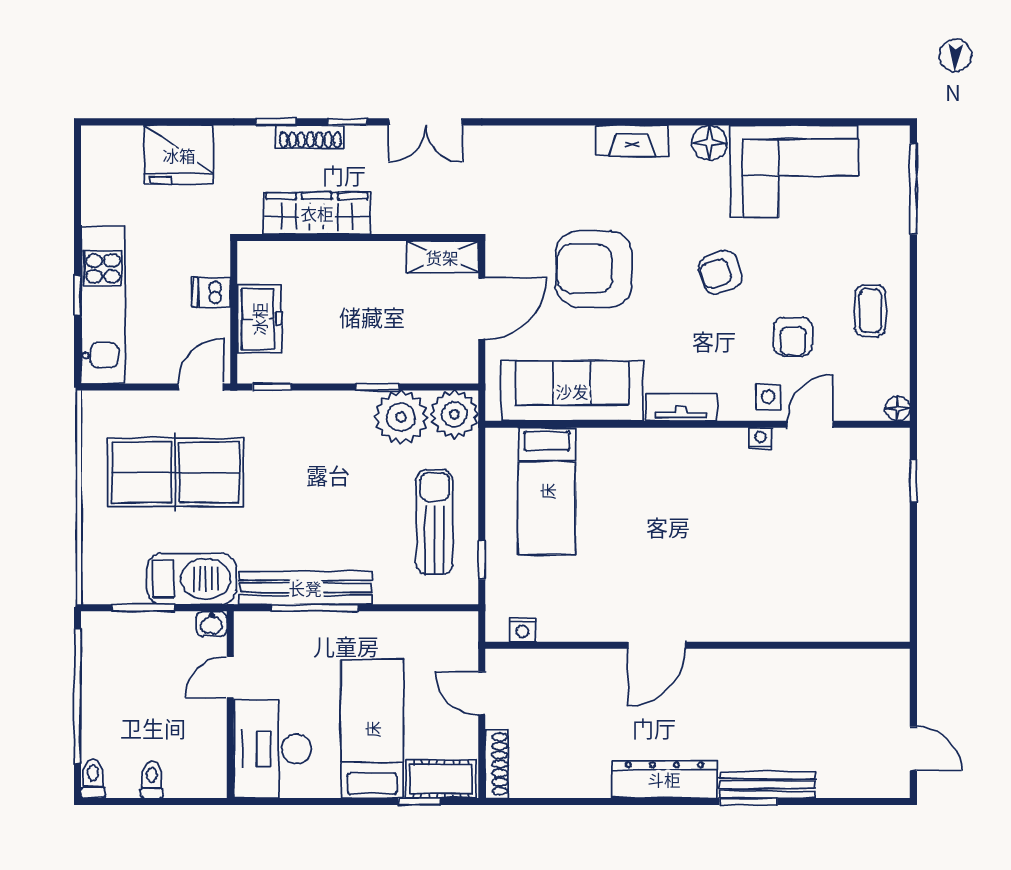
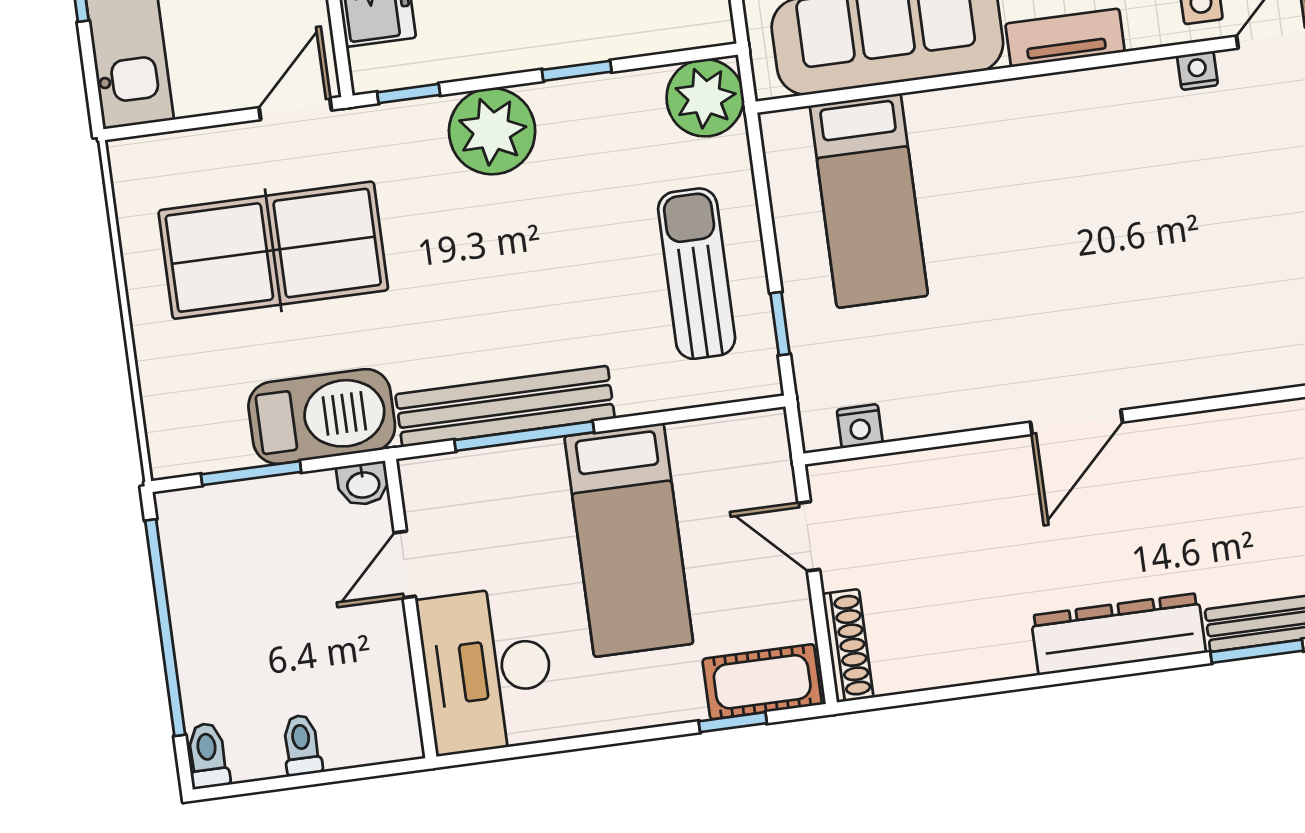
plant: (401, 417) -> (492, 131), moved
bed: (372, 729) -> (629, 540), moved, turned 180

